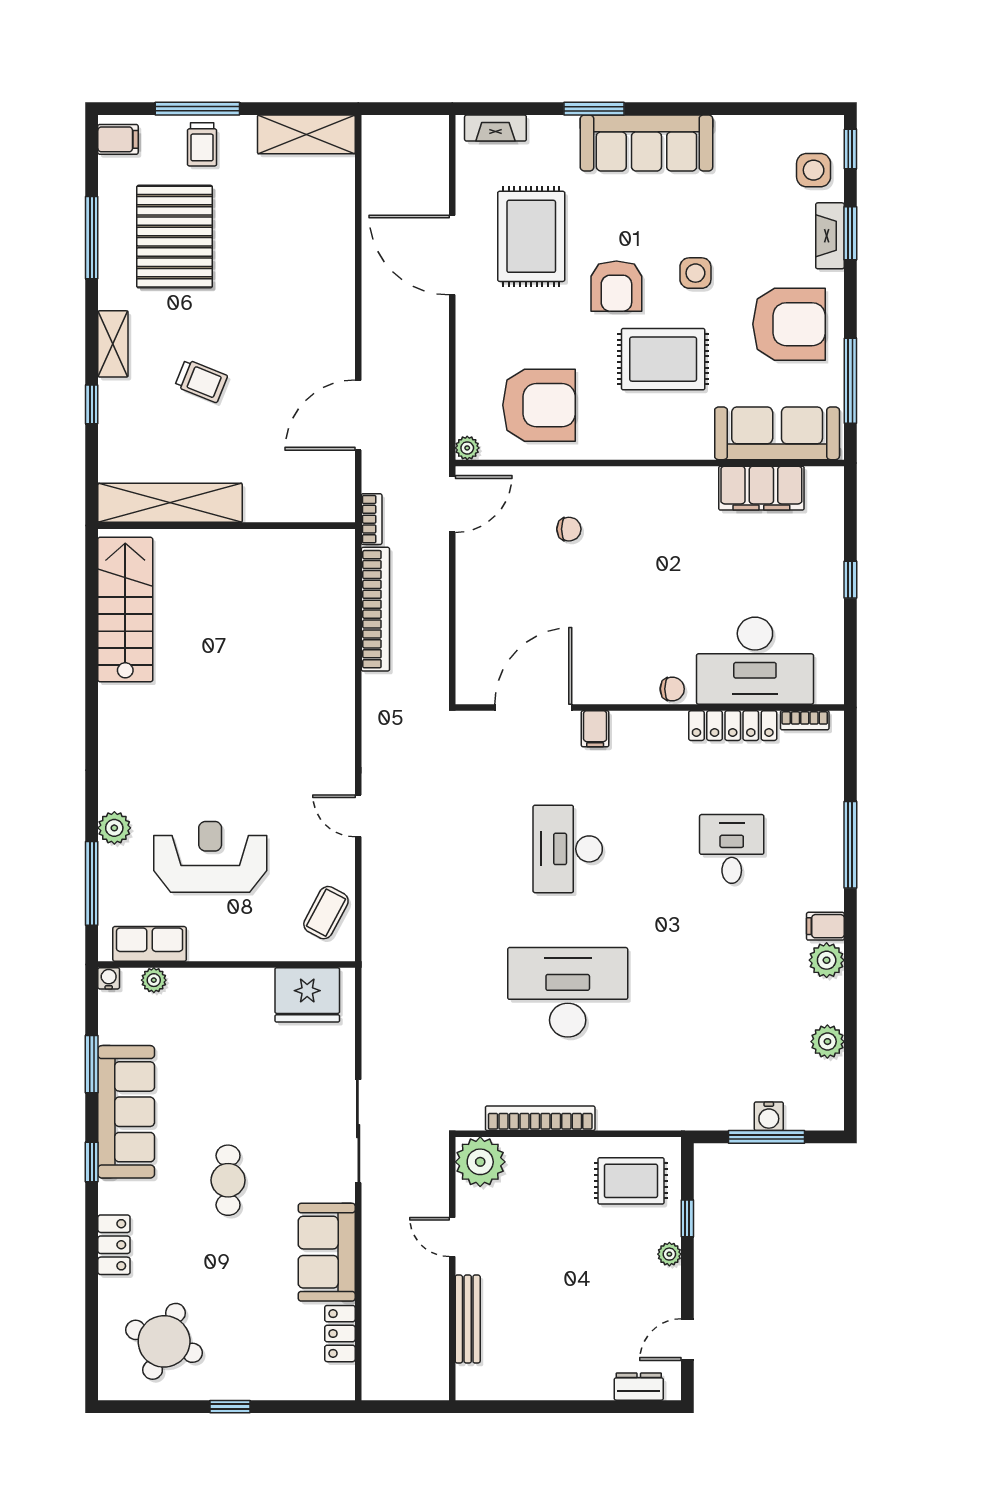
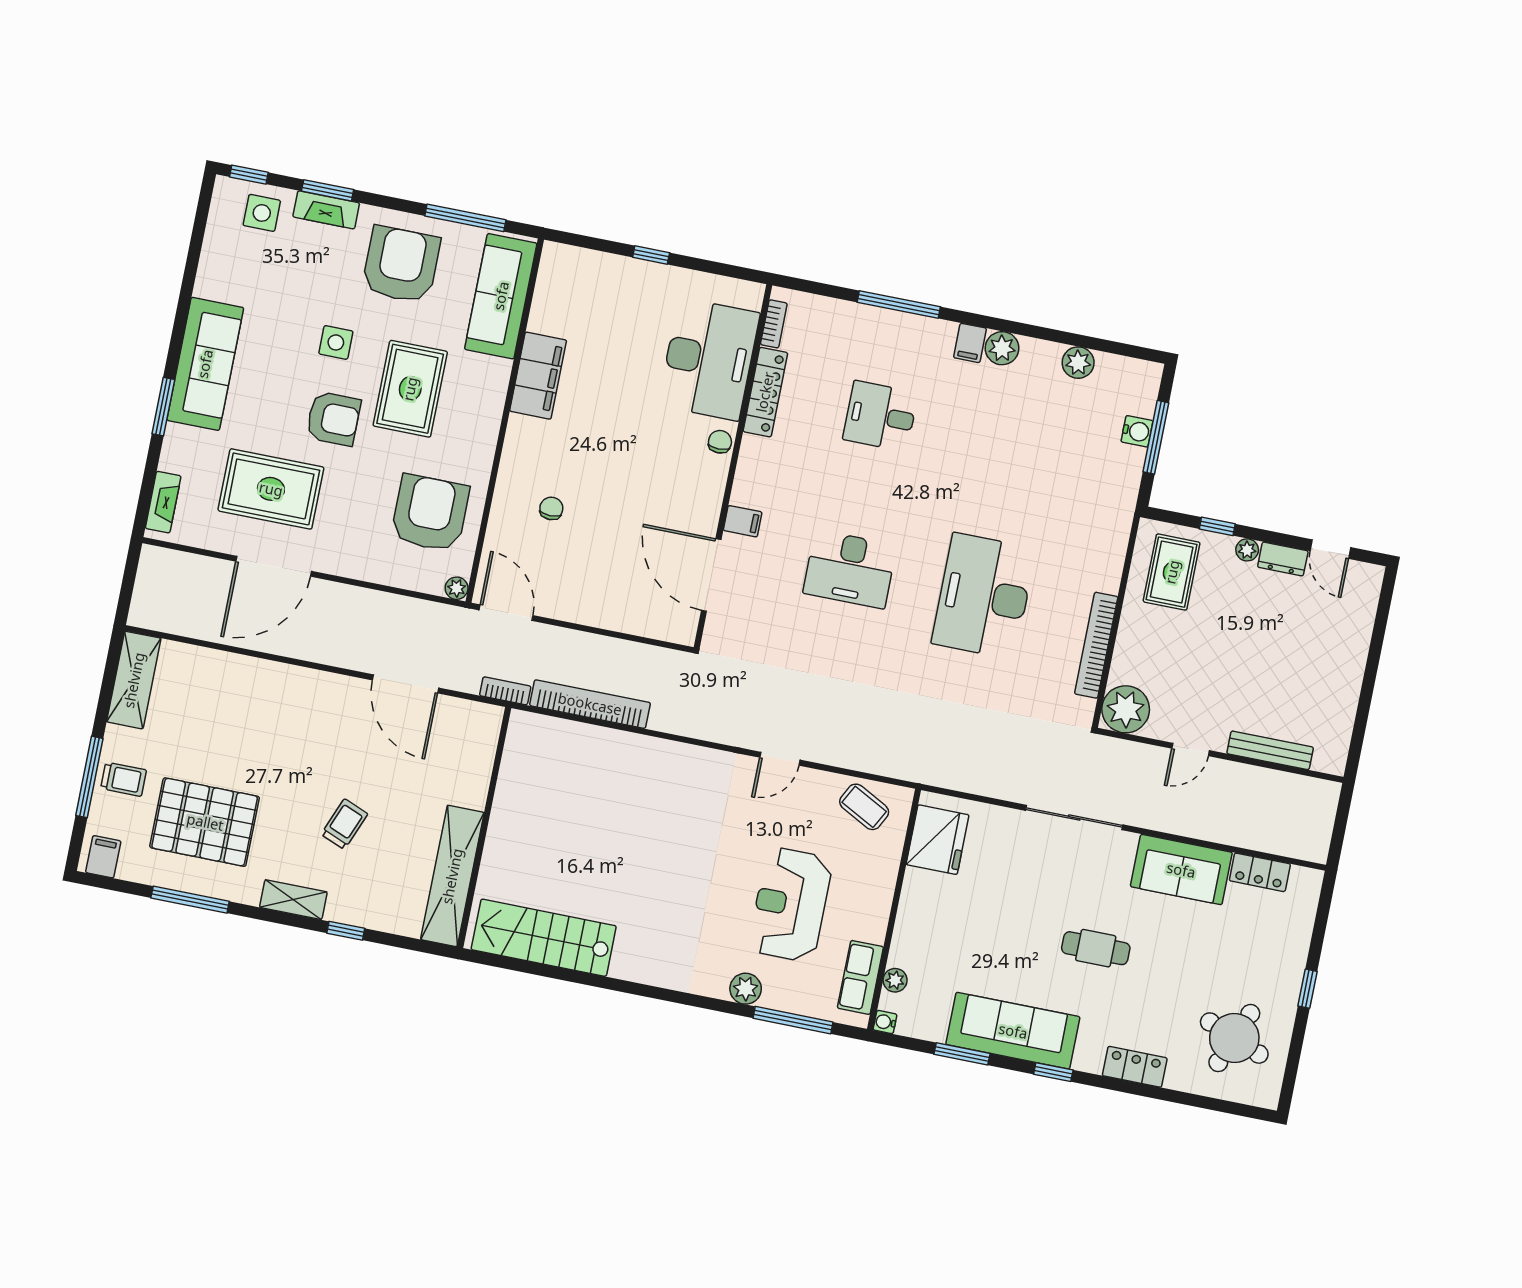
filing cabinet: (761, 488) -> (538, 376), moved
dresser: (639, 1387) -> (1283, 559), moved, turned -90

